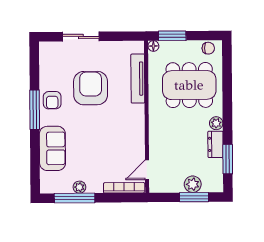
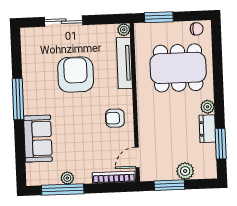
floor lamp: (153, 46) -> (139, 29), removed
plant: (138, 47) -> (124, 30), added
armchair: (52, 100) -> (115, 118), moved, turned 90
window: (194, 197) -> (169, 185), moved

